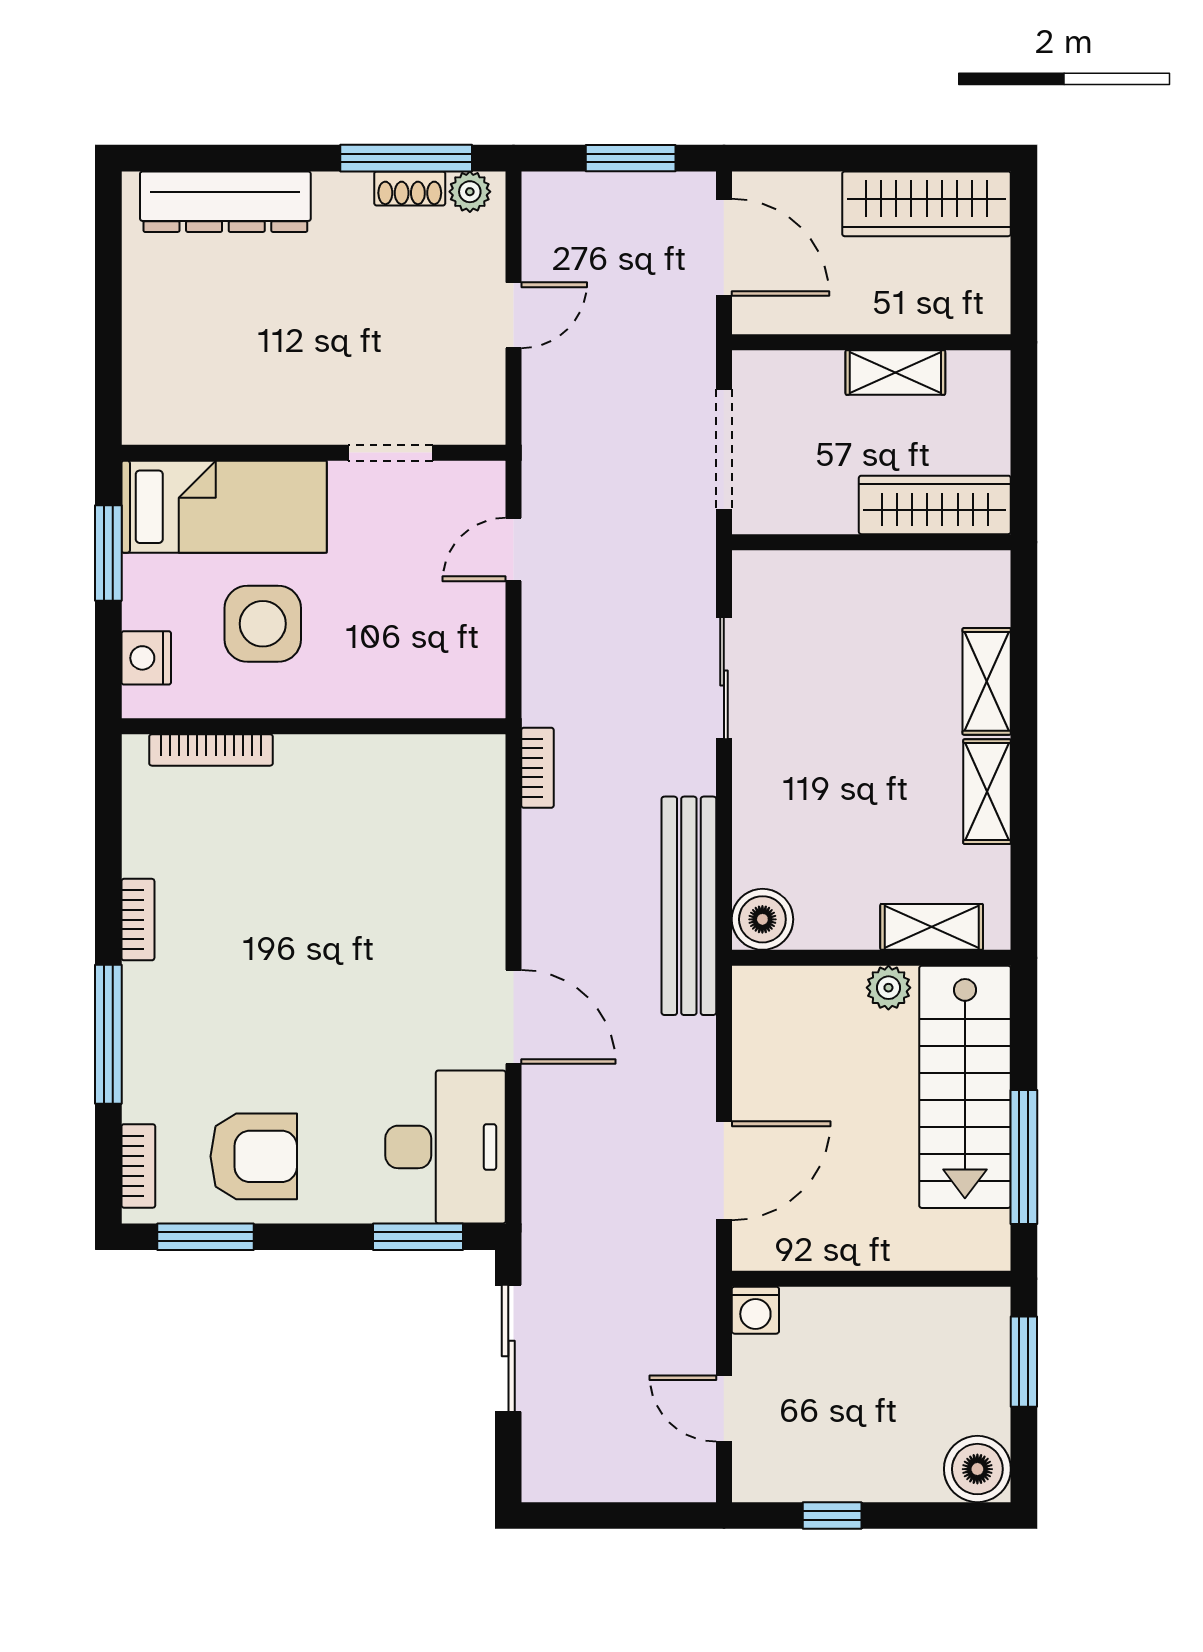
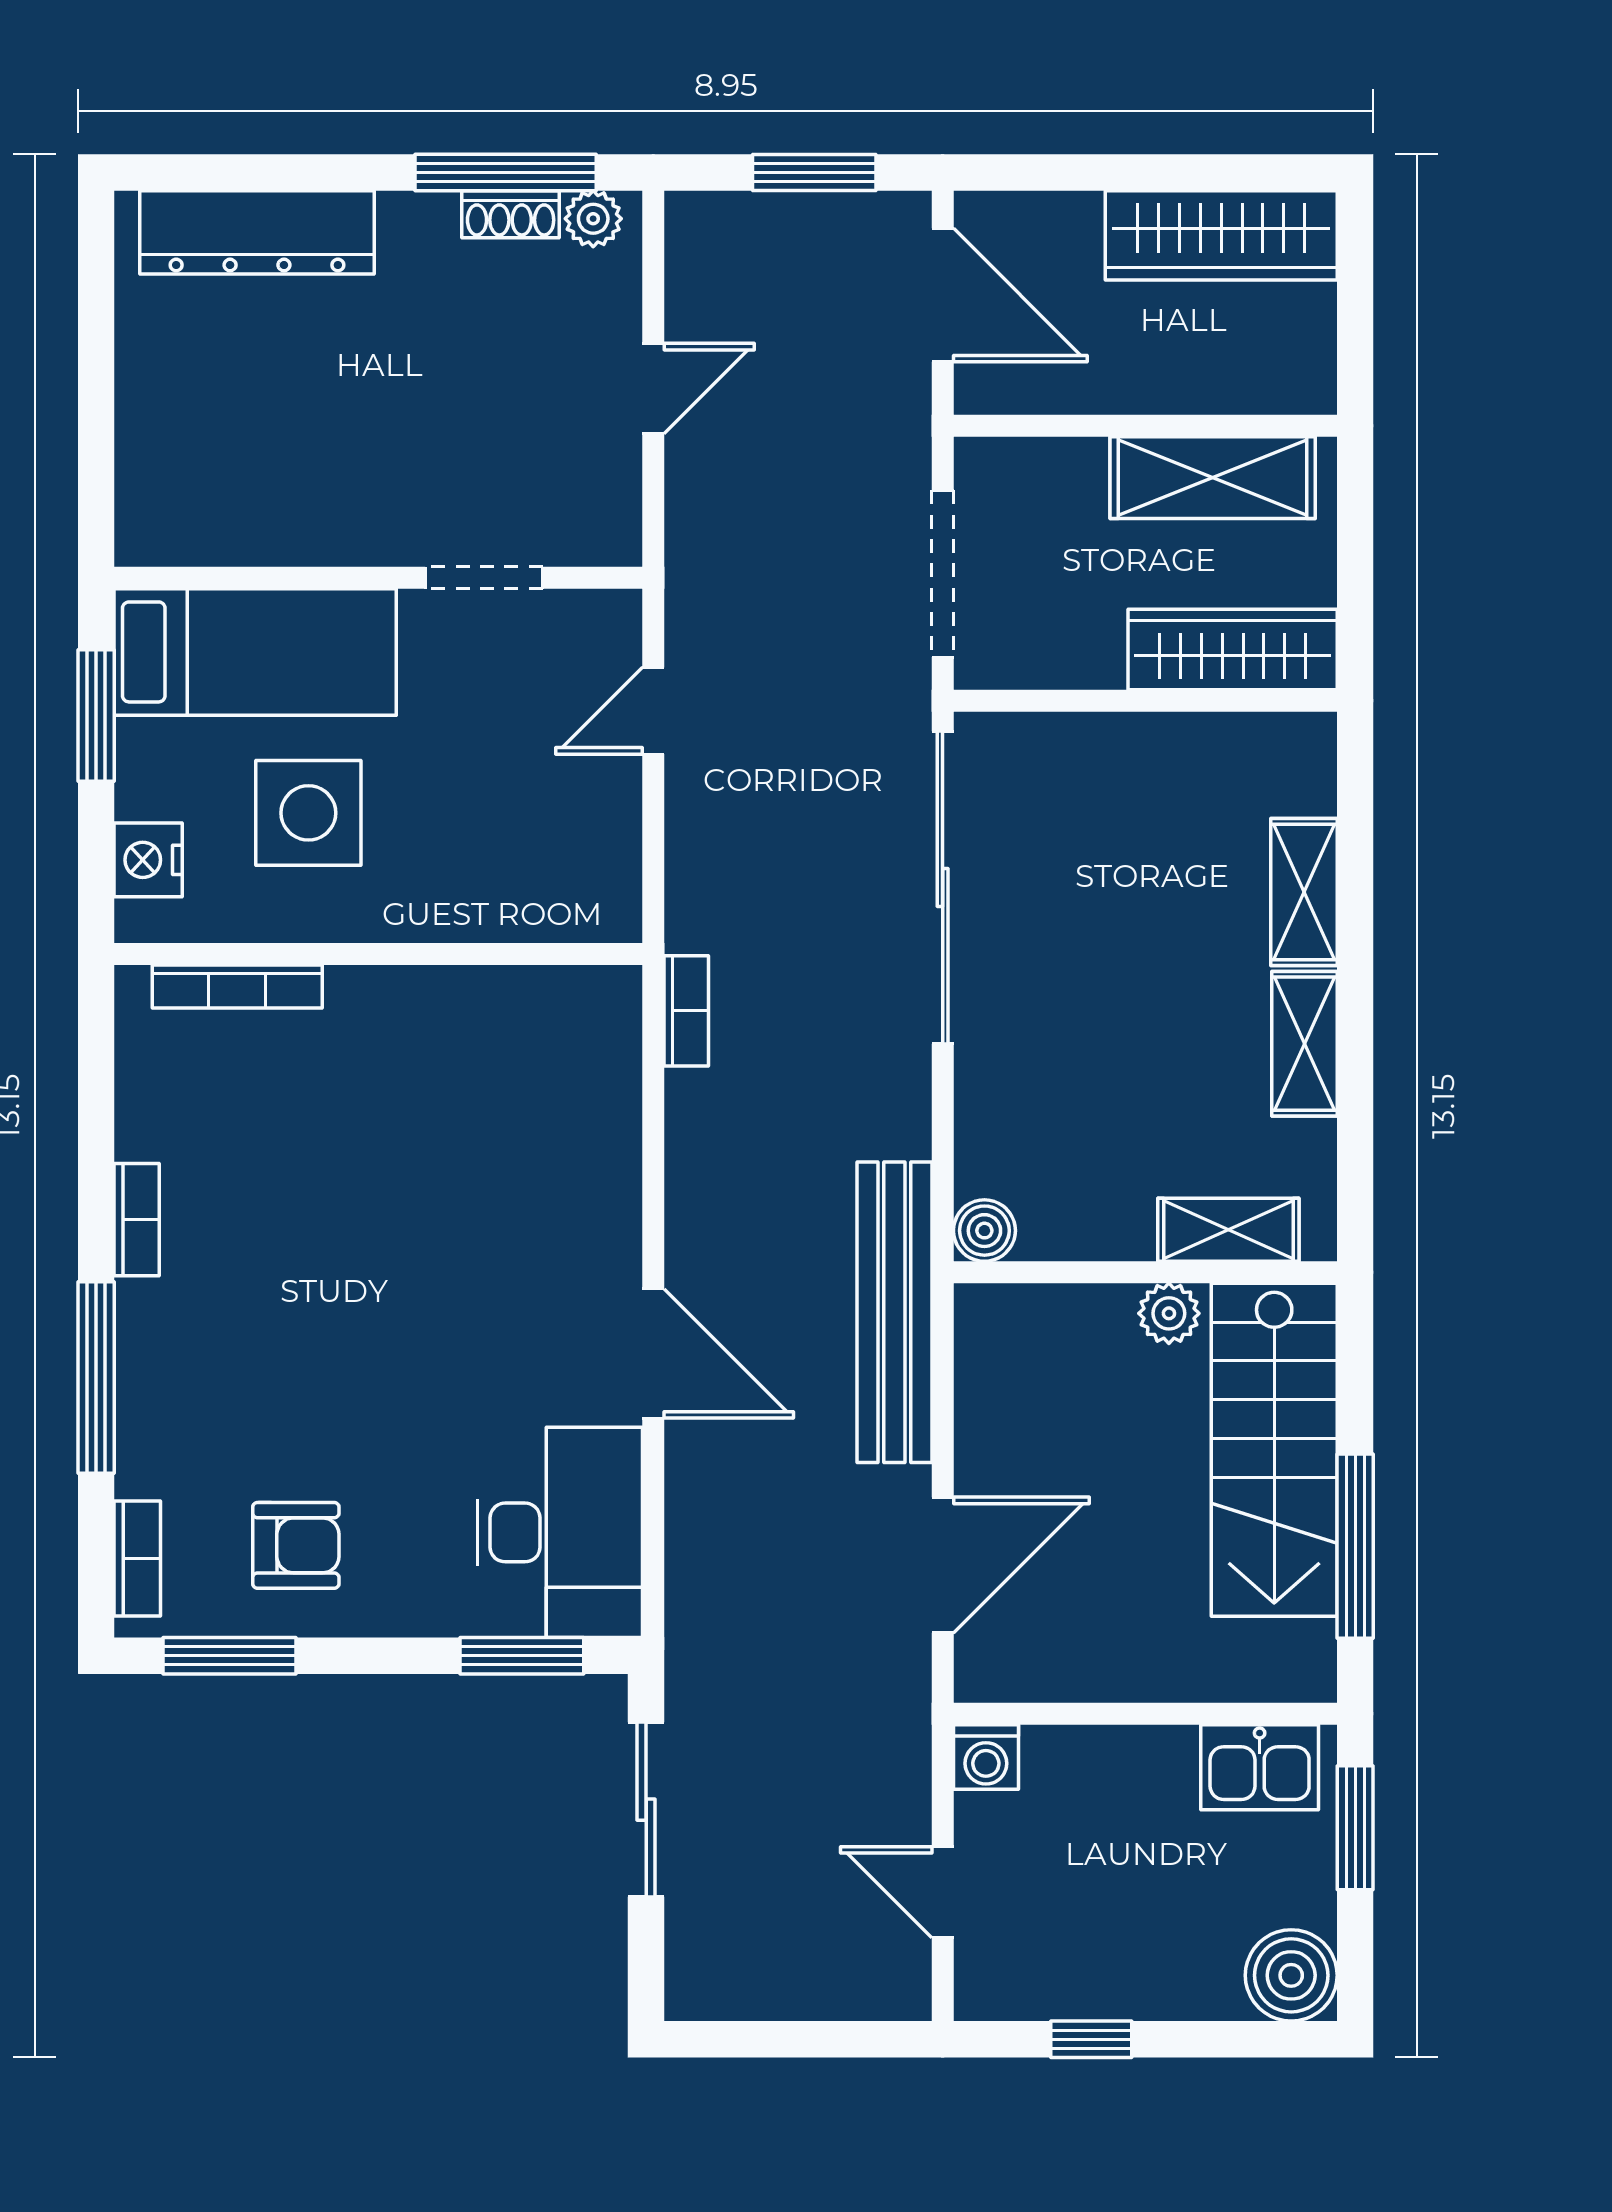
shelving: (895, 372) -> (1213, 478), width x1.50, depth x1.33
sliding door: (724, 678) -> (943, 887), width x1.86
bench: (689, 906) -> (894, 1312), moved
boiler: (762, 919) -> (984, 1231), width x0.73, depth x0.73
armchair: (254, 1156) -> (296, 1545), width x0.72, depth x0.72
kitchen sink: (954, 1318) -> (1260, 1767), added

